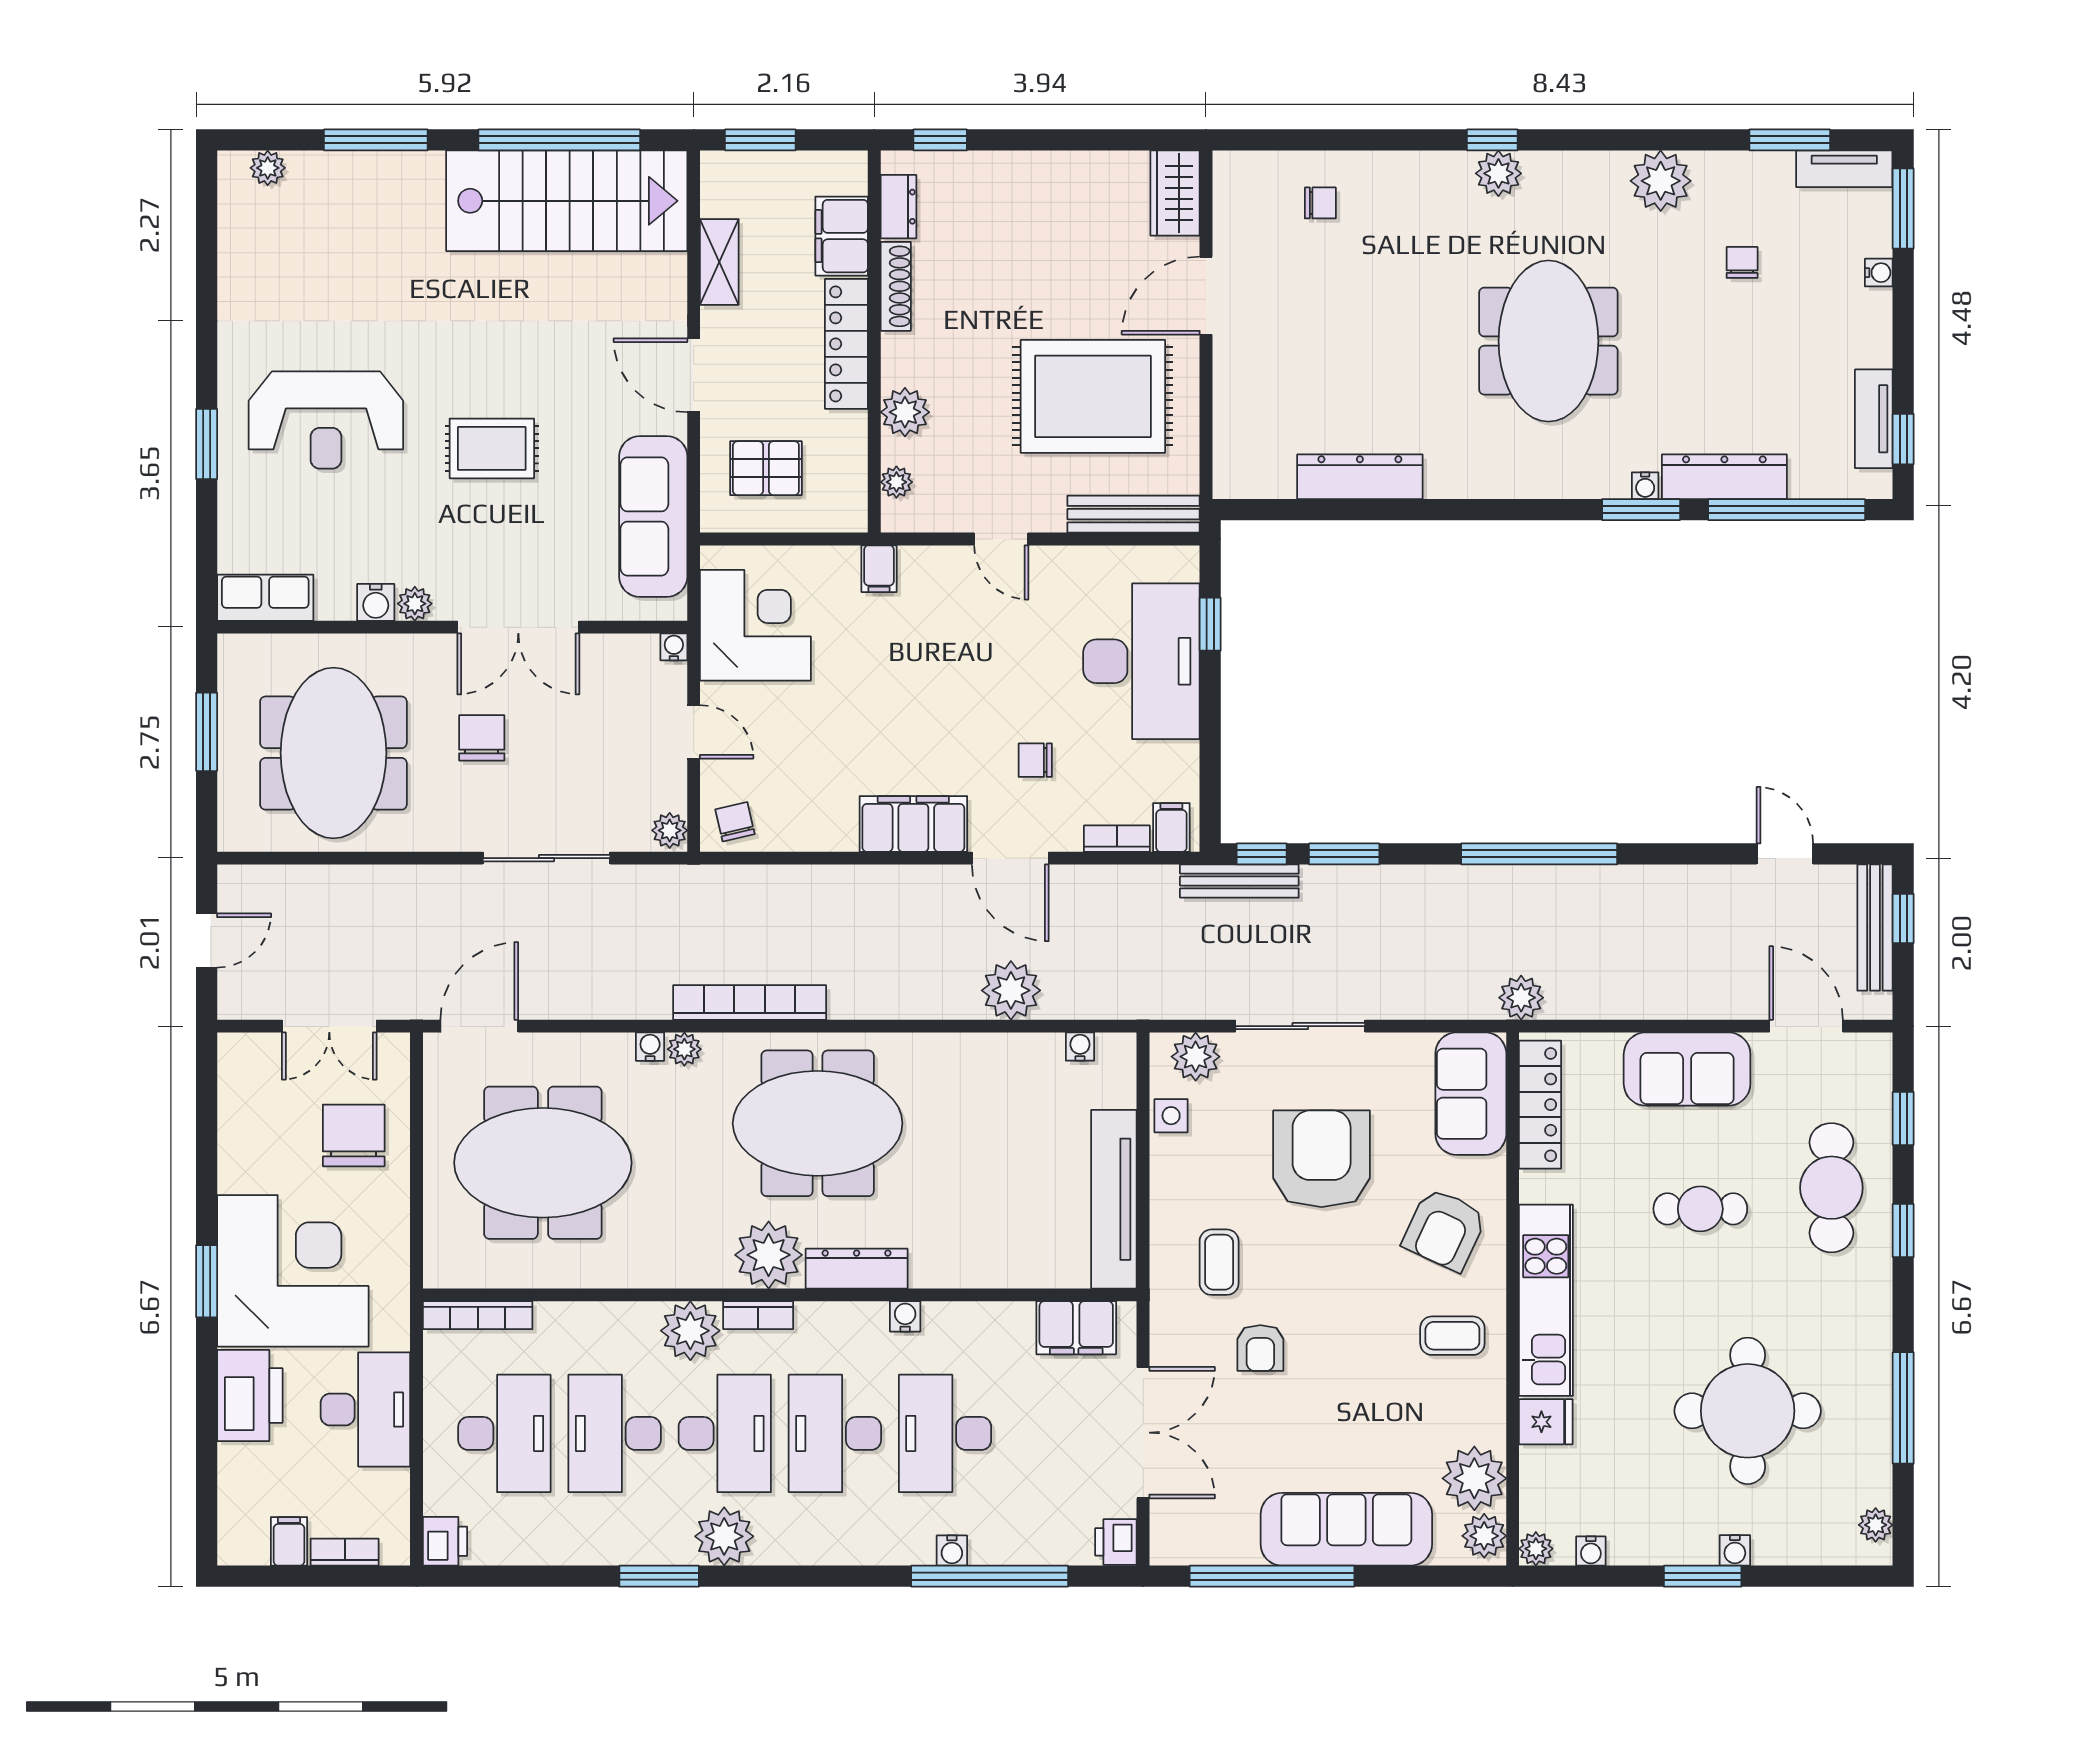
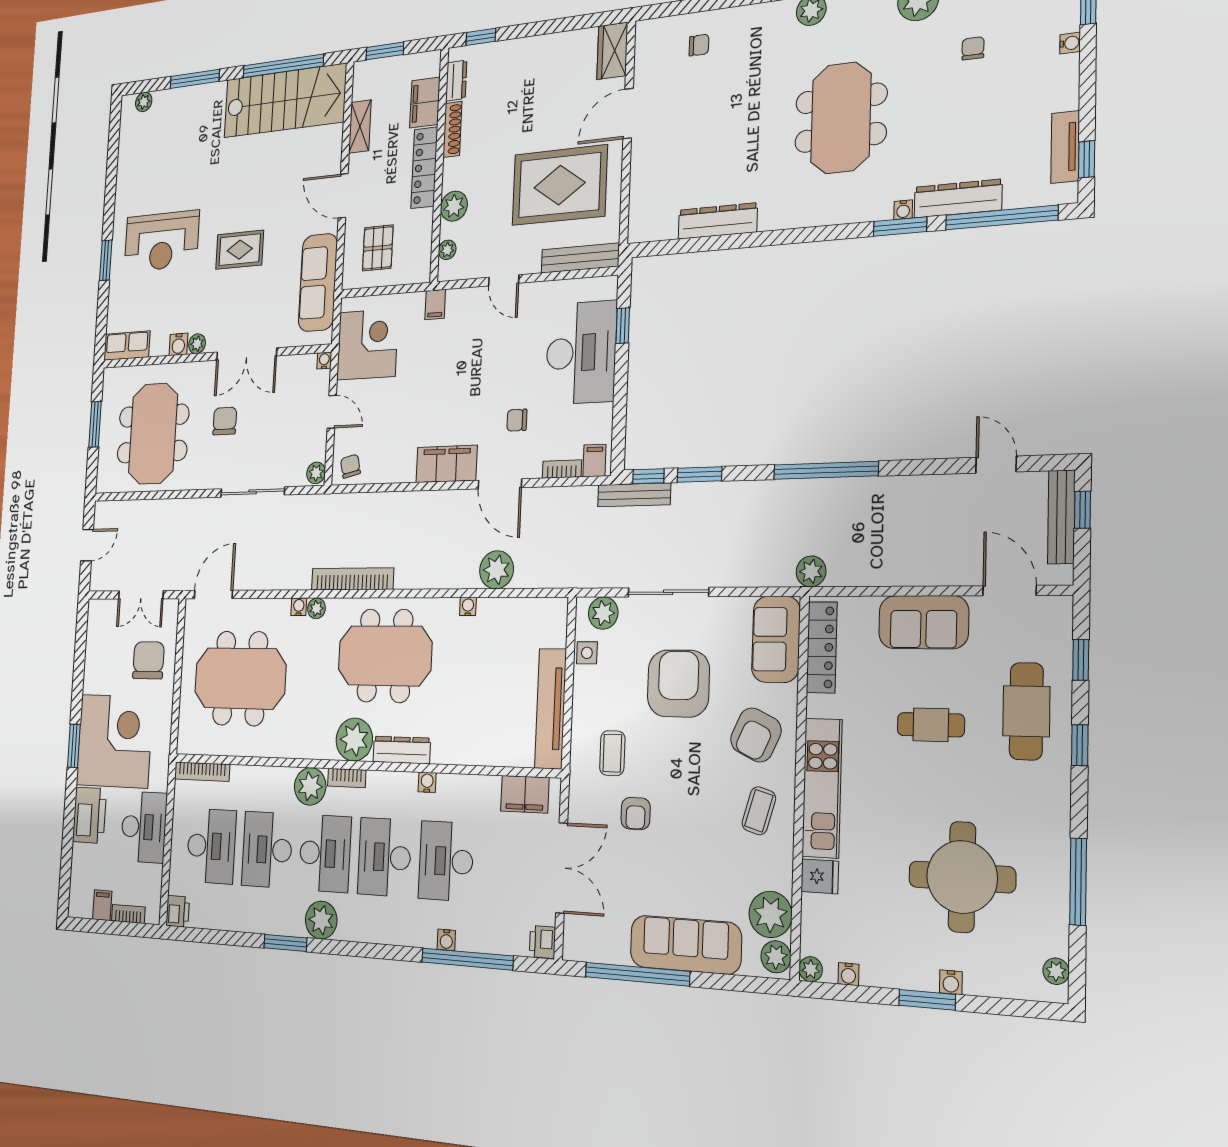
pallet: (766, 468) -> (378, 248), turned 90
water cooler: (1080, 1047) -> (468, 607), moved
coffee table: (1452, 1336) -> (759, 811), turned -74

